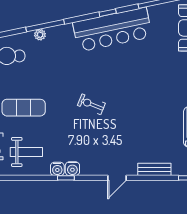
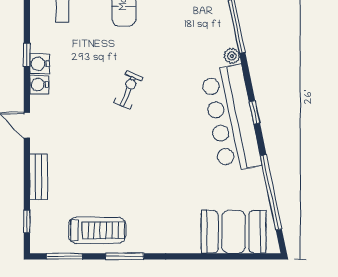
plant: (40, 35) -> (232, 56), moved
water cooler: (57, 169) -> (39, 85), moved

